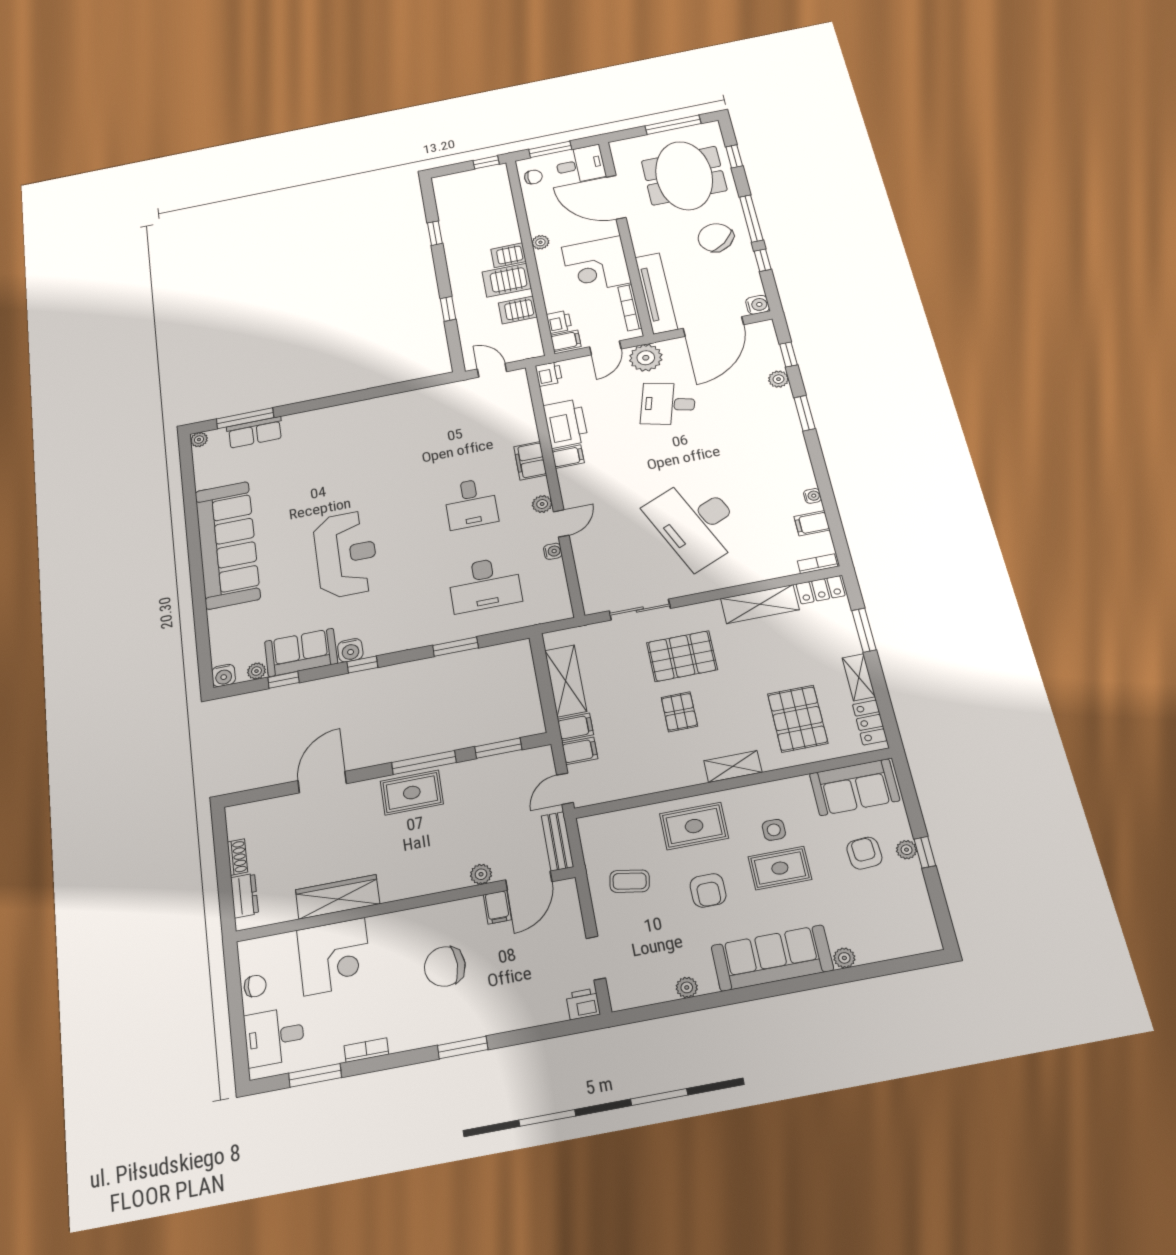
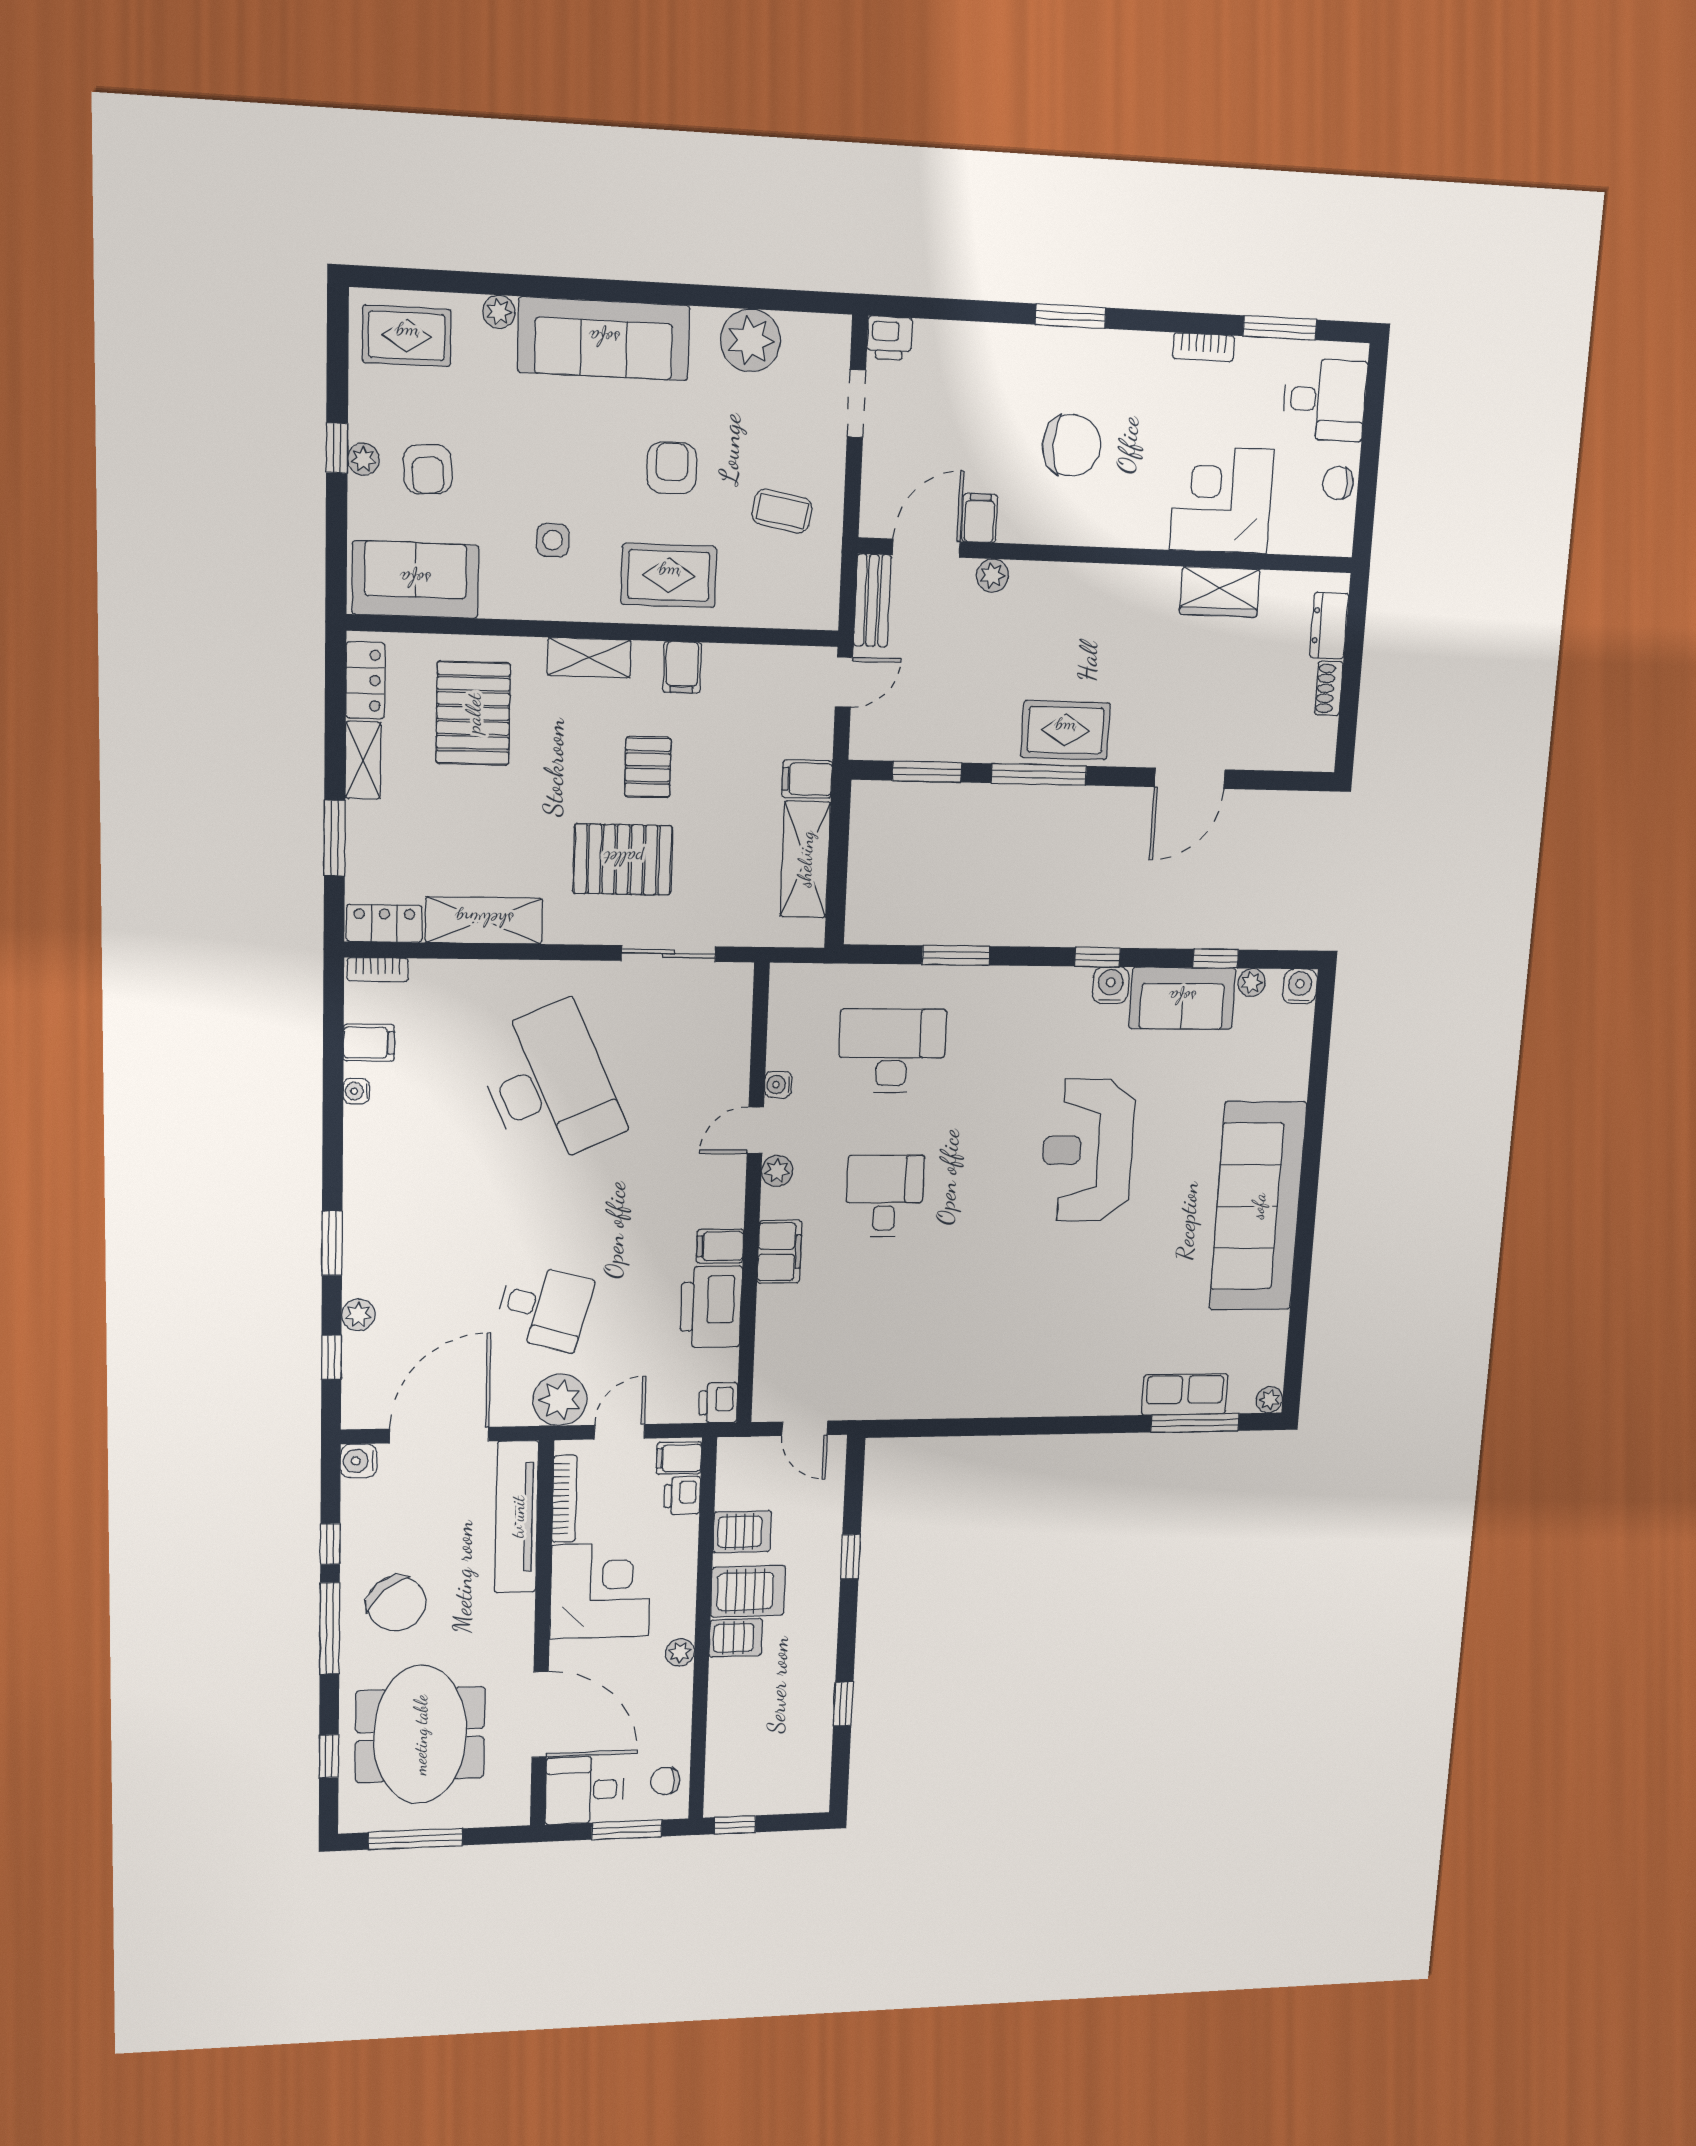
filing cabinet: (580, 751) -> (682, 667), moved, turned -90
rug: (780, 868) -> (407, 336), moved
wardrobe: (338, 897) -> (1220, 592), width x0.67
plant: (687, 987) -> (750, 340), width x1.88, depth x1.88

